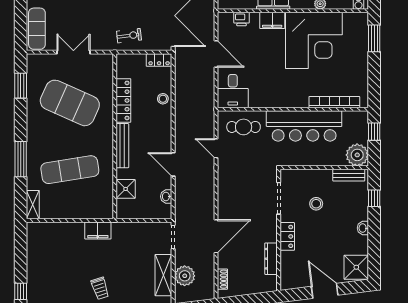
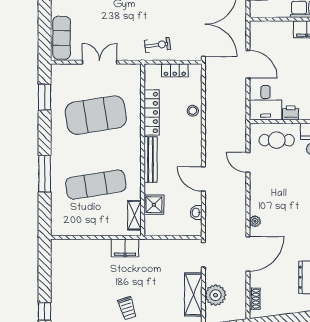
printer: (241, 19) -> (291, 113), moved, turned 180
locker: (159, 60) -> (175, 70), moved
exercise mat: (70, 103) -> (96, 115), turned -33
shelving: (33, 205) -> (134, 215), moved
plant: (223, 205) -> (255, 221), added

